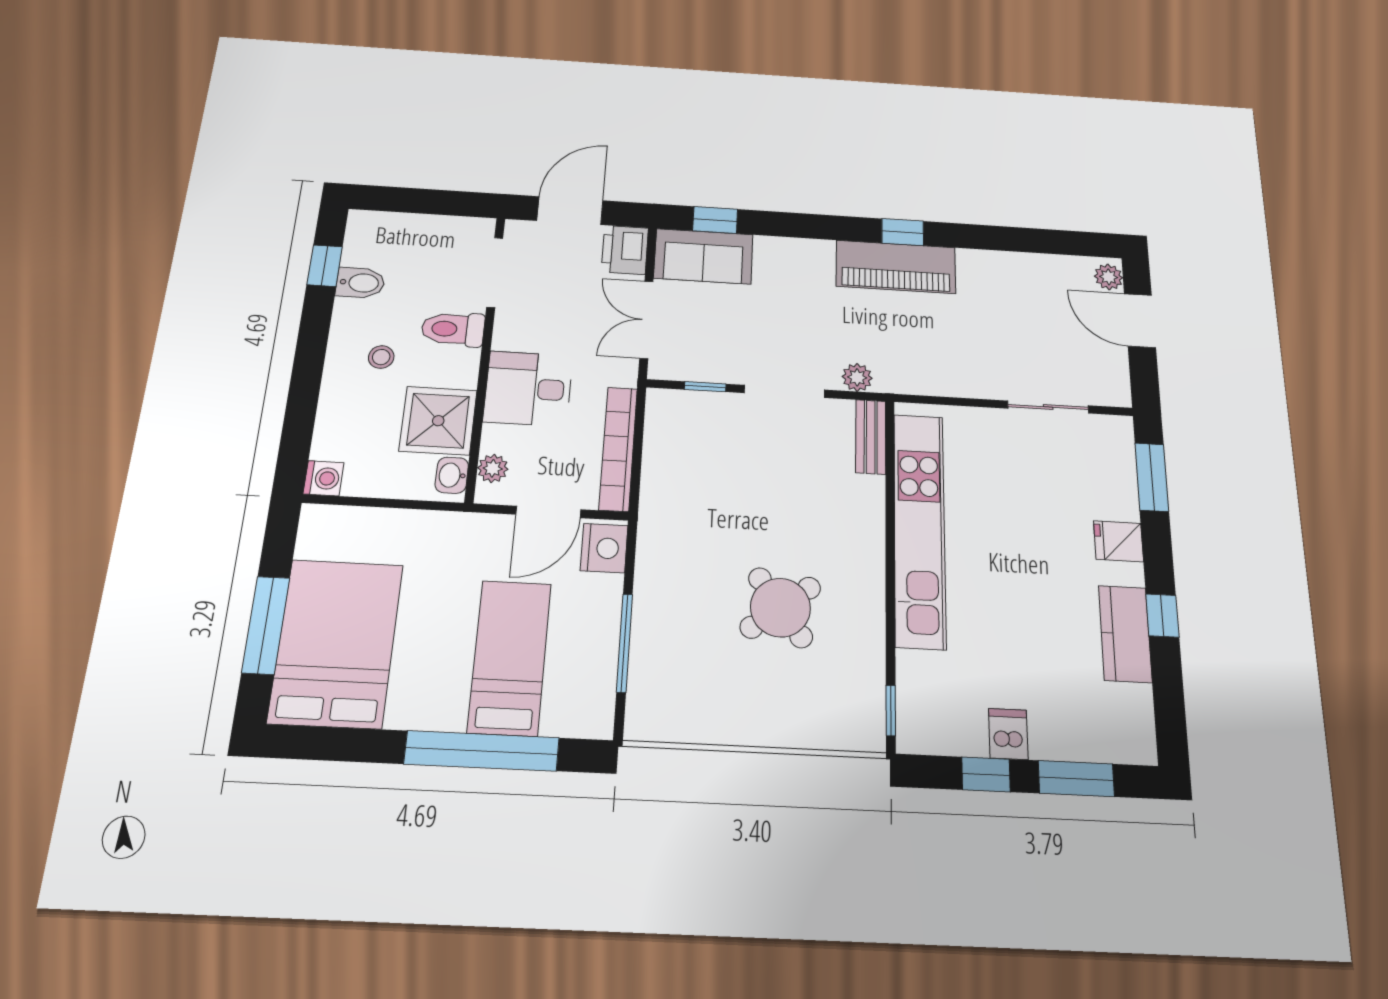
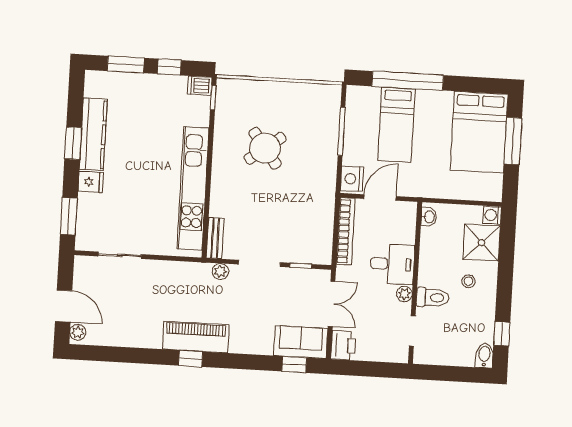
door: (570, 211) -> (373, 369), removed
doorway: (495, 272) -> (412, 331), width x0.73
bidet: (360, 283) -> (484, 356), moved, turned 90
shower: (438, 421) -> (482, 243), moved
plant: (493, 468) -> (404, 294), moved
window: (1162, 616) -> (73, 143), width x1.50
kitchen counter: (1125, 634) -> (93, 134), width x1.50
dishwasher: (1008, 734) -> (200, 86), moved, turned 90

